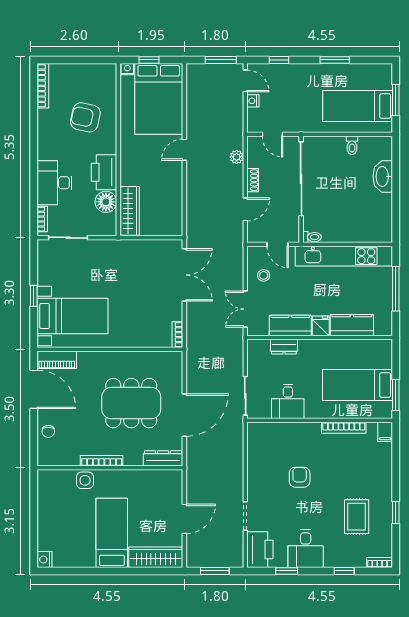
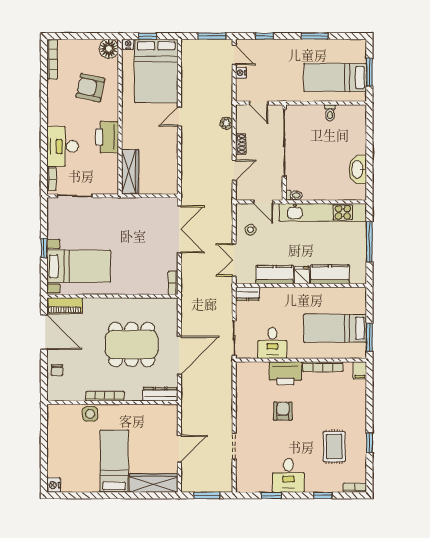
washbasin: (383, 176) -> (358, 169), moved
floor lamp: (106, 202) -> (109, 49), moved
dresser: (284, 347) -> (248, 294), moved
printer: (260, 550) -> (285, 373), moved, turned 90

